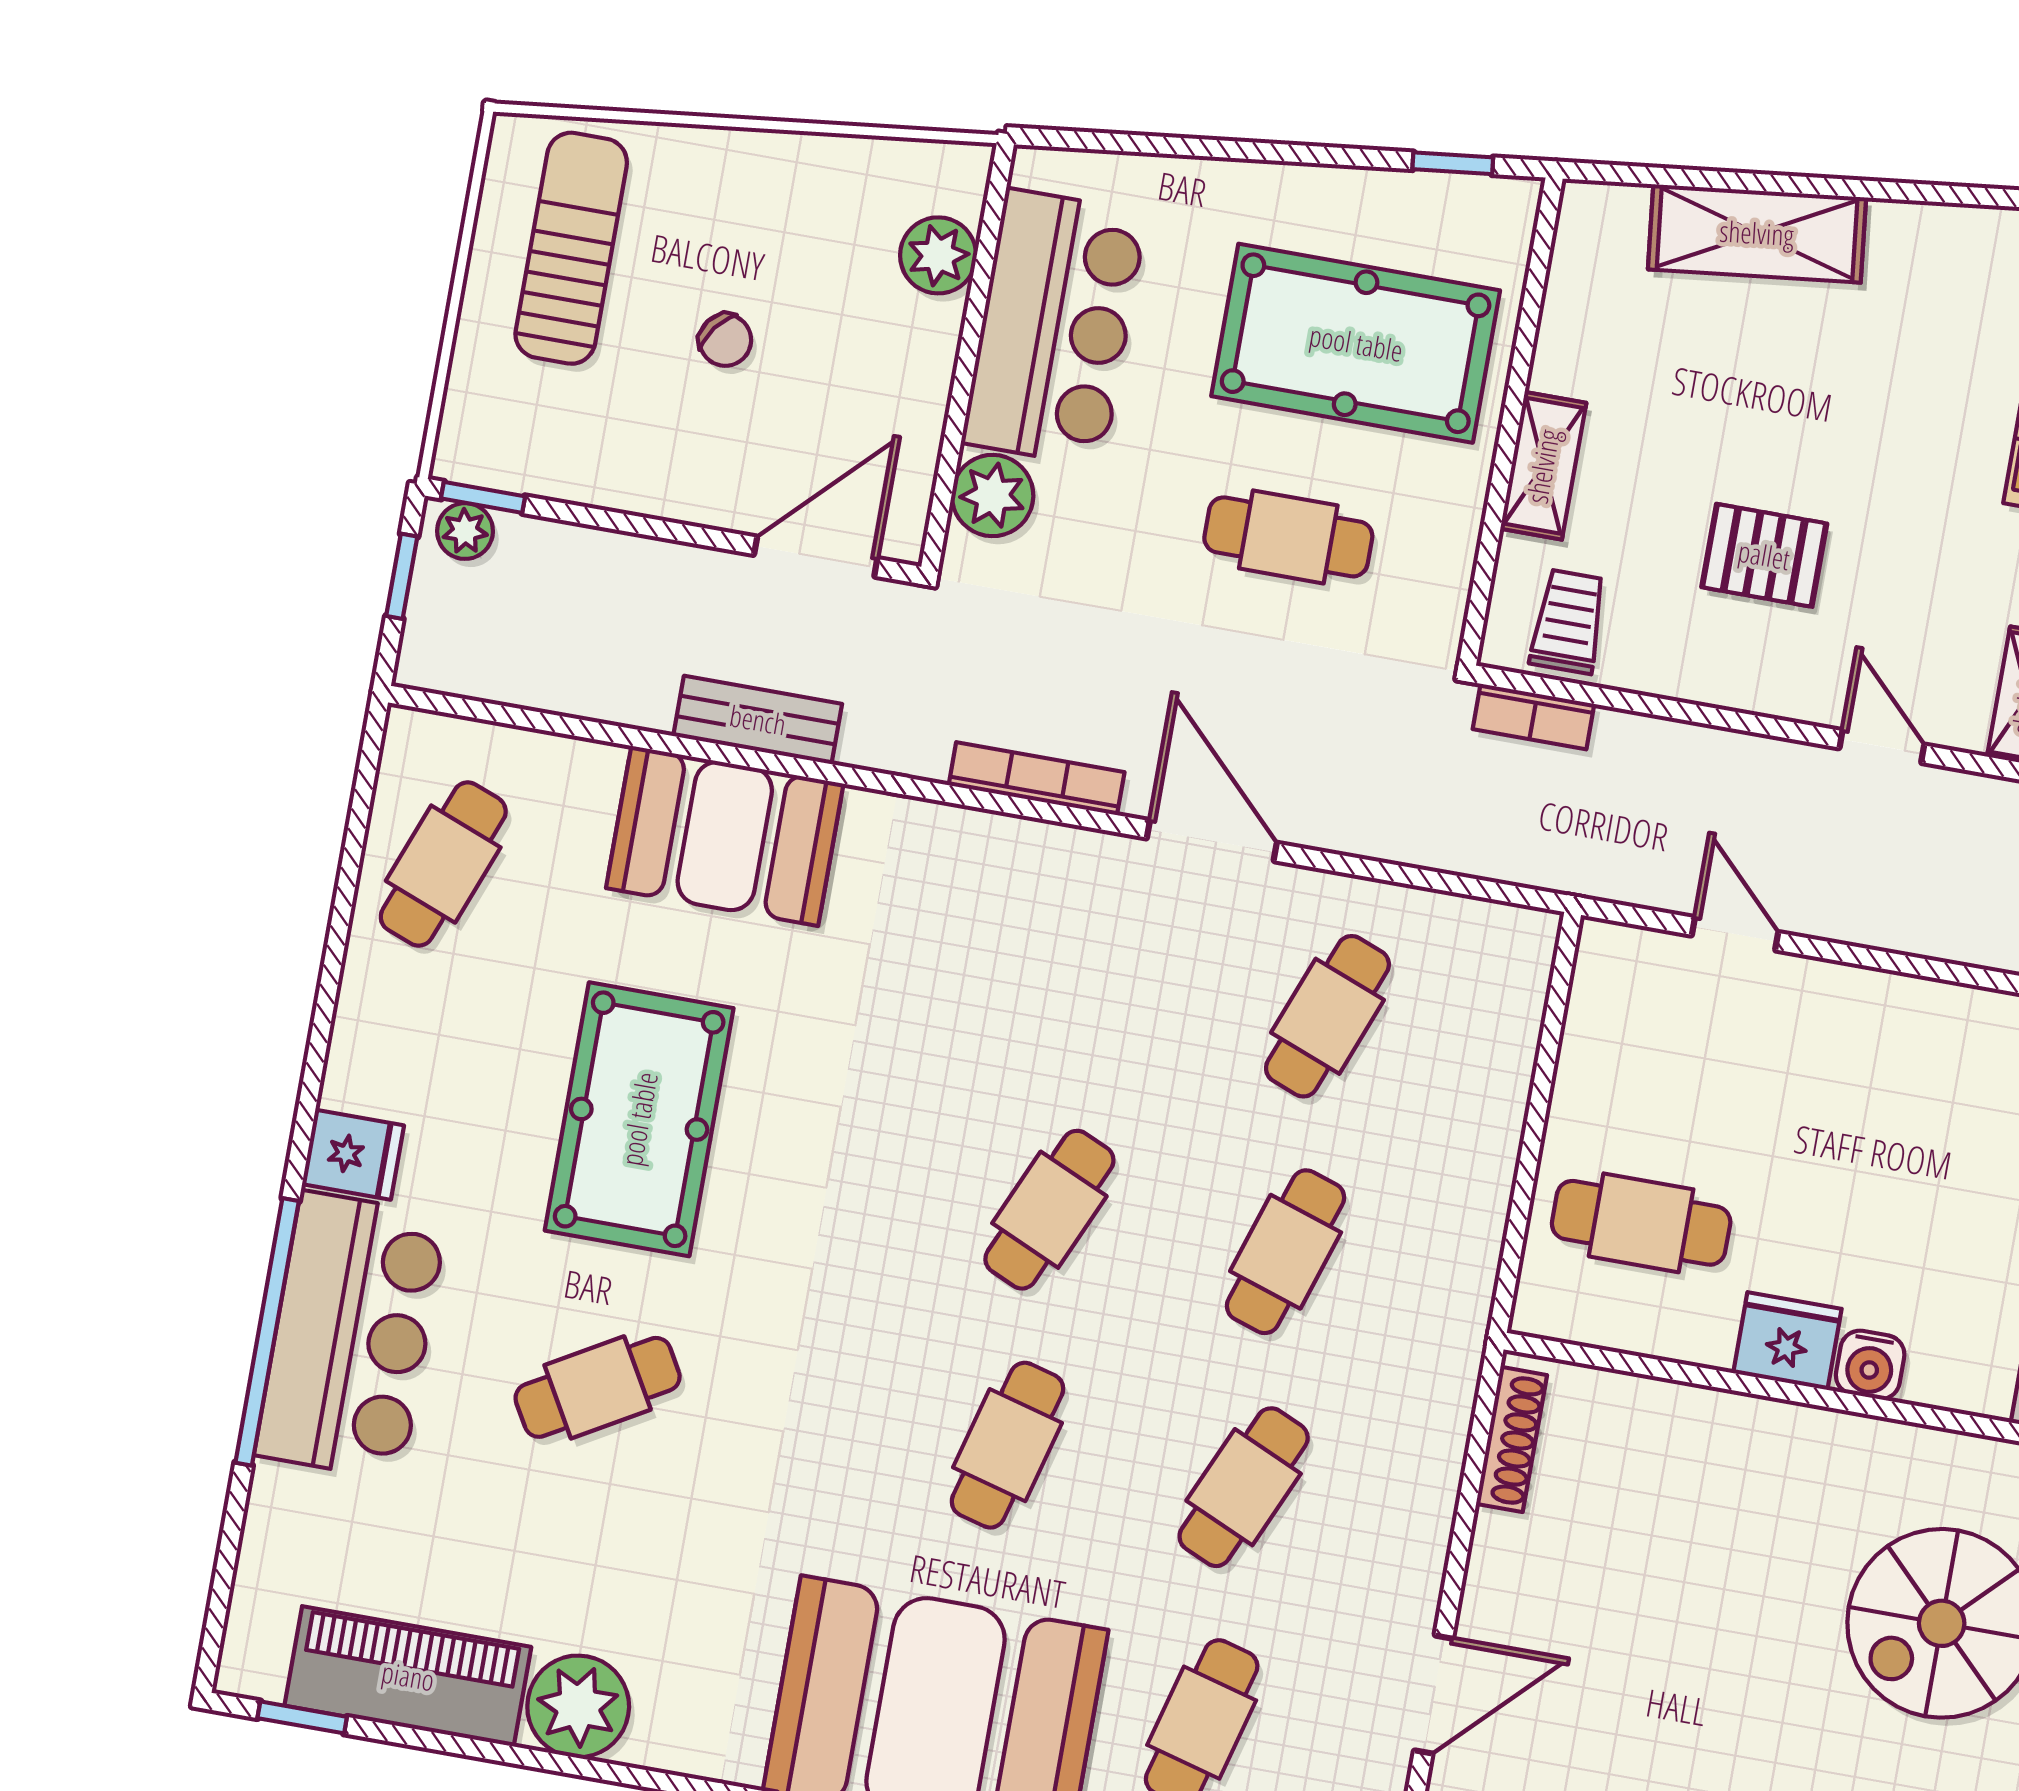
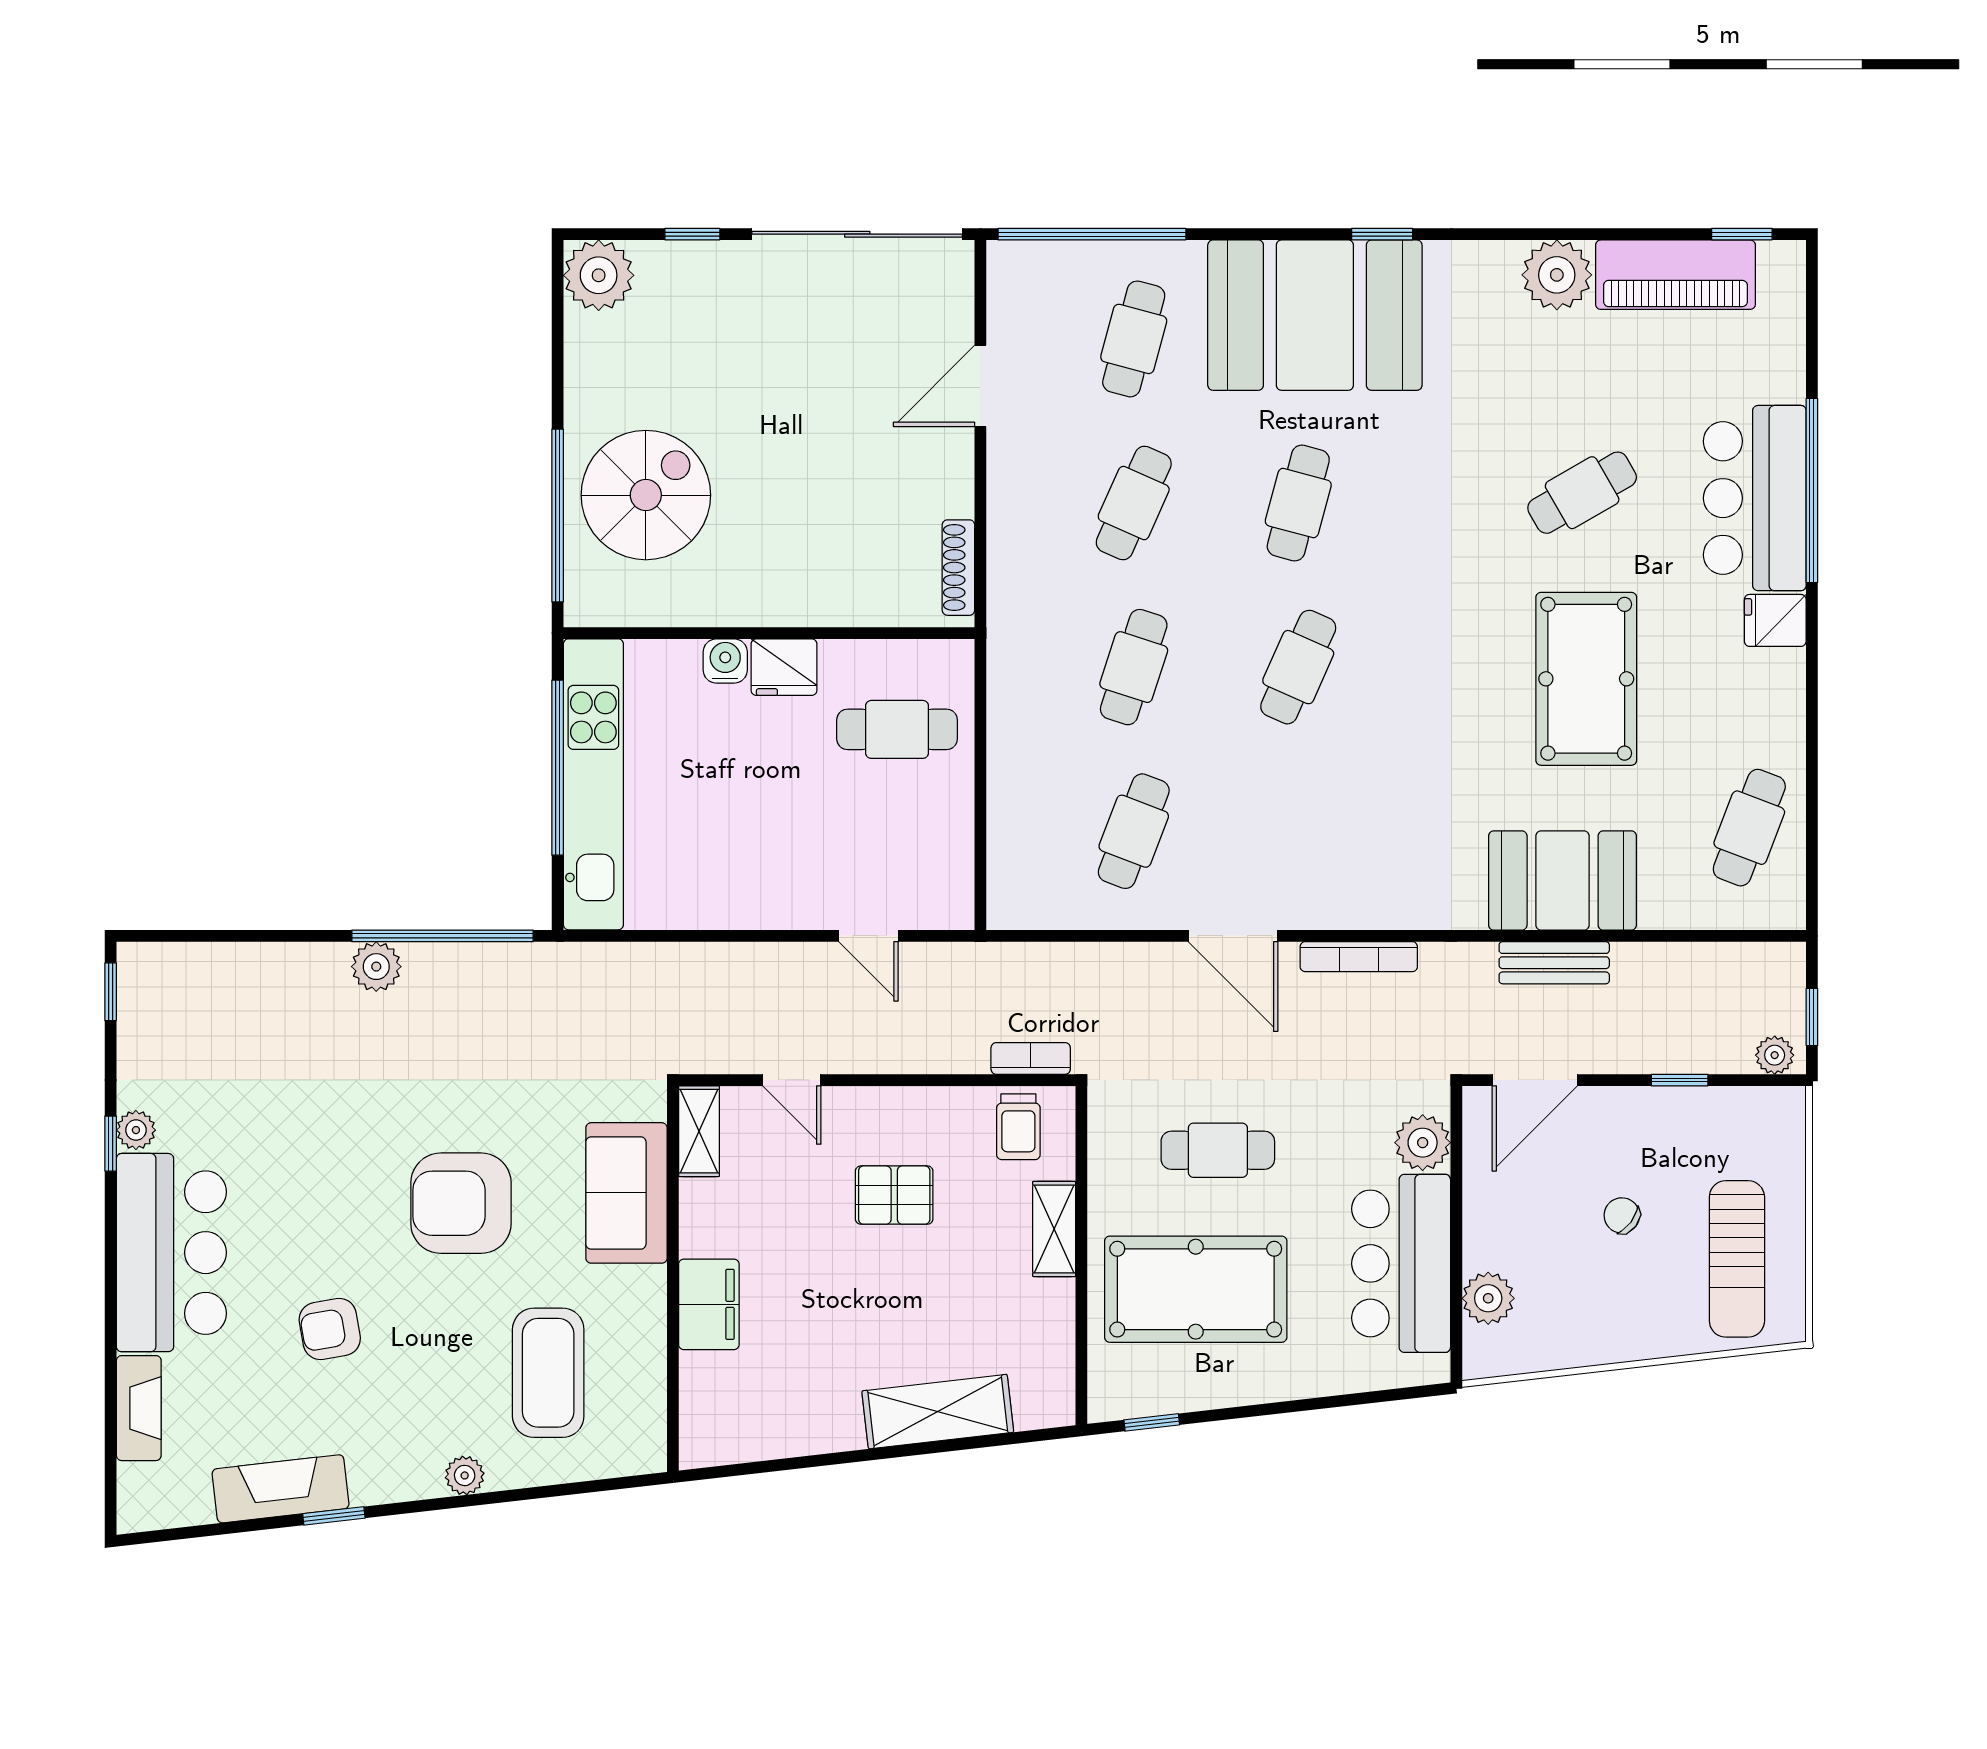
window: (483, 497) -> (1680, 1080), moved

